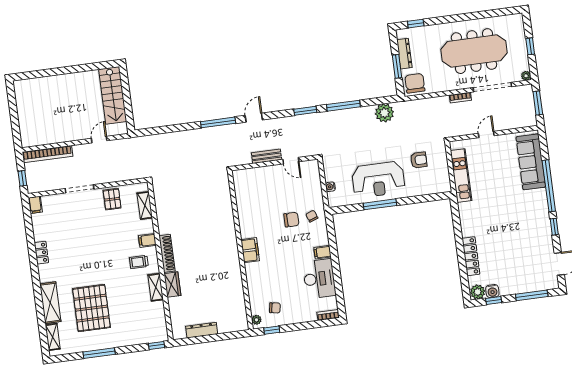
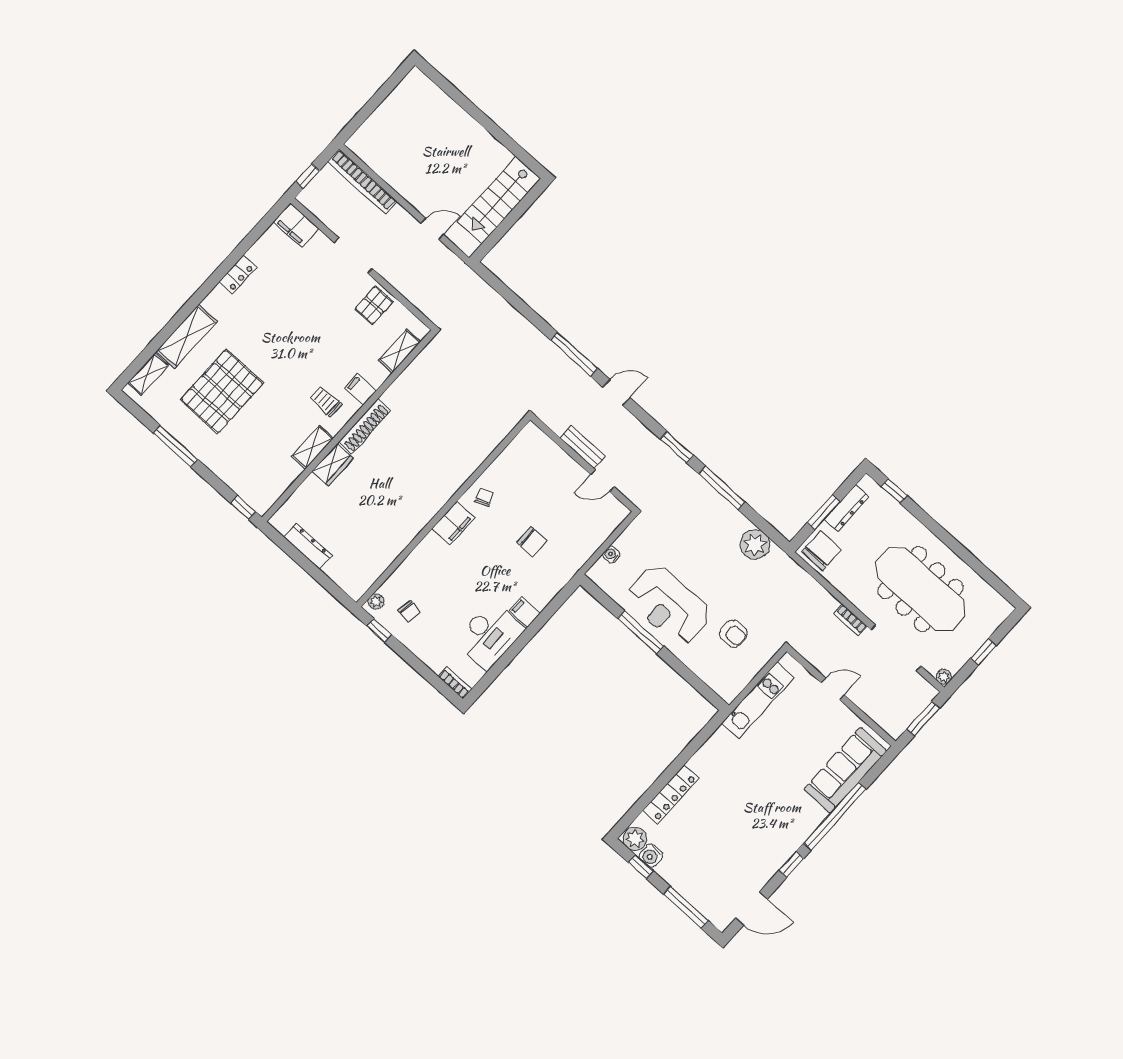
door: (291, 161) -> (602, 481), hinge flipped
filing cabinet: (35, 205) -> (296, 225), width x2.00
chair: (312, 216) -> (484, 497), moved

